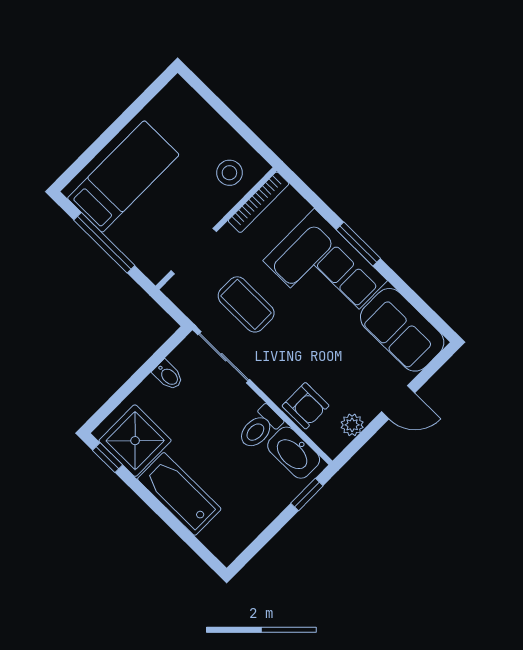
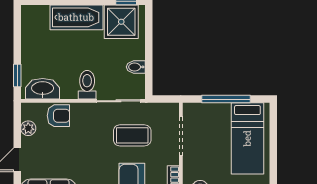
armchair: (306, 406) -> (58, 116), turned 180
toilet: (260, 428) -> (87, 85), moved

